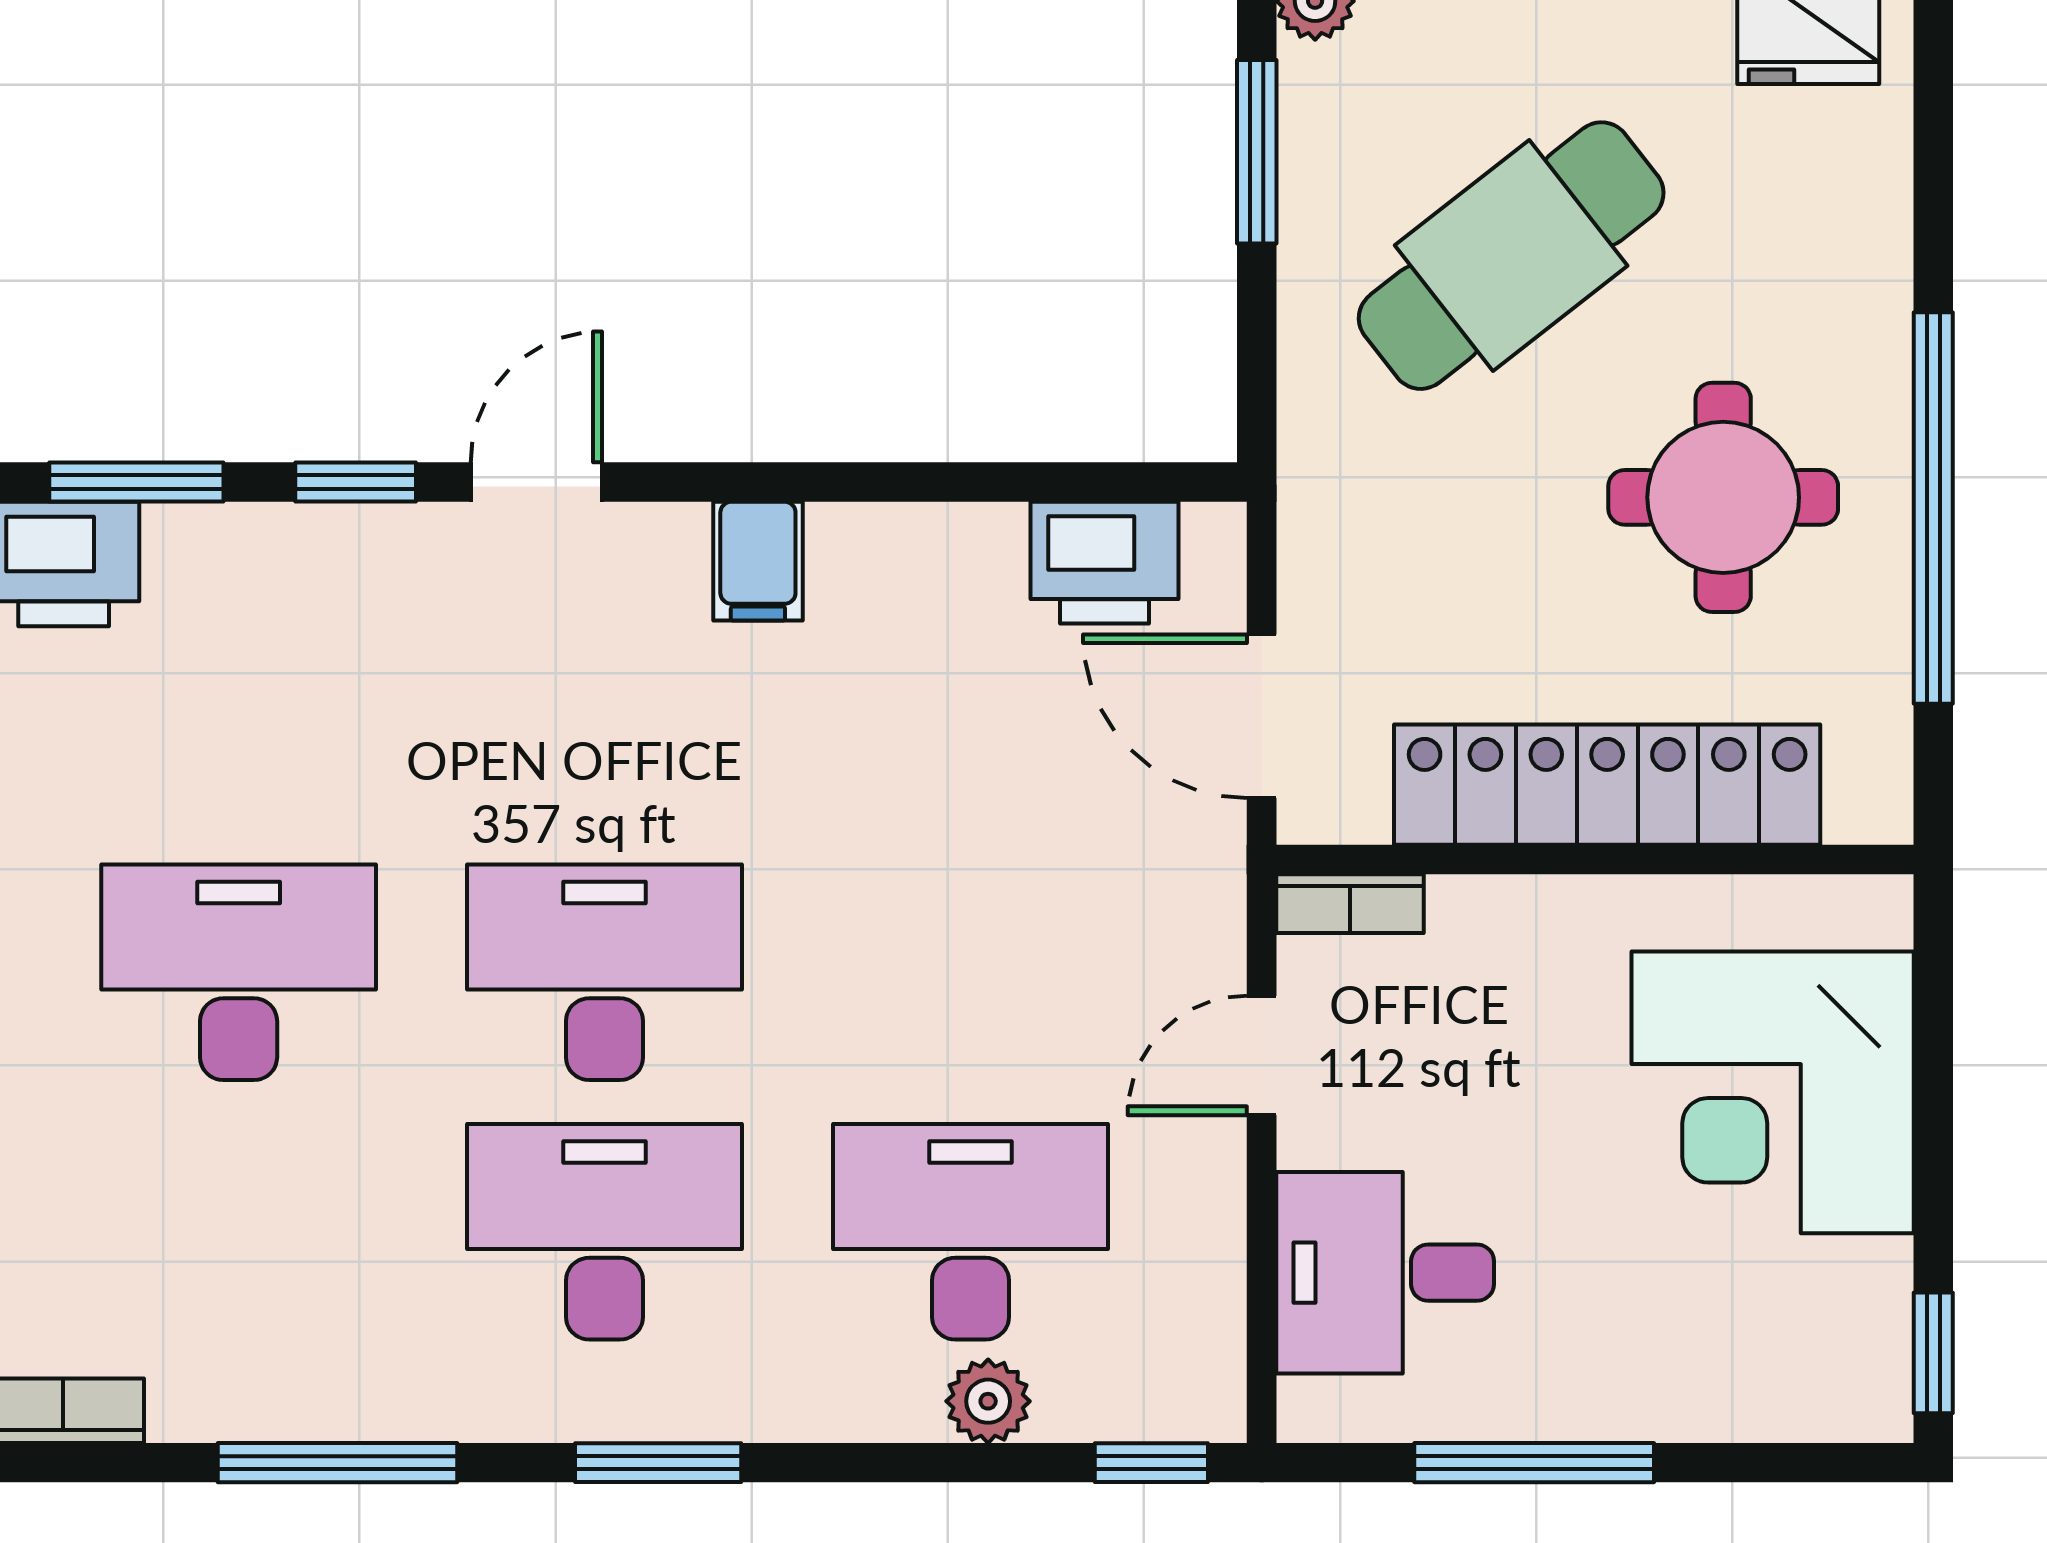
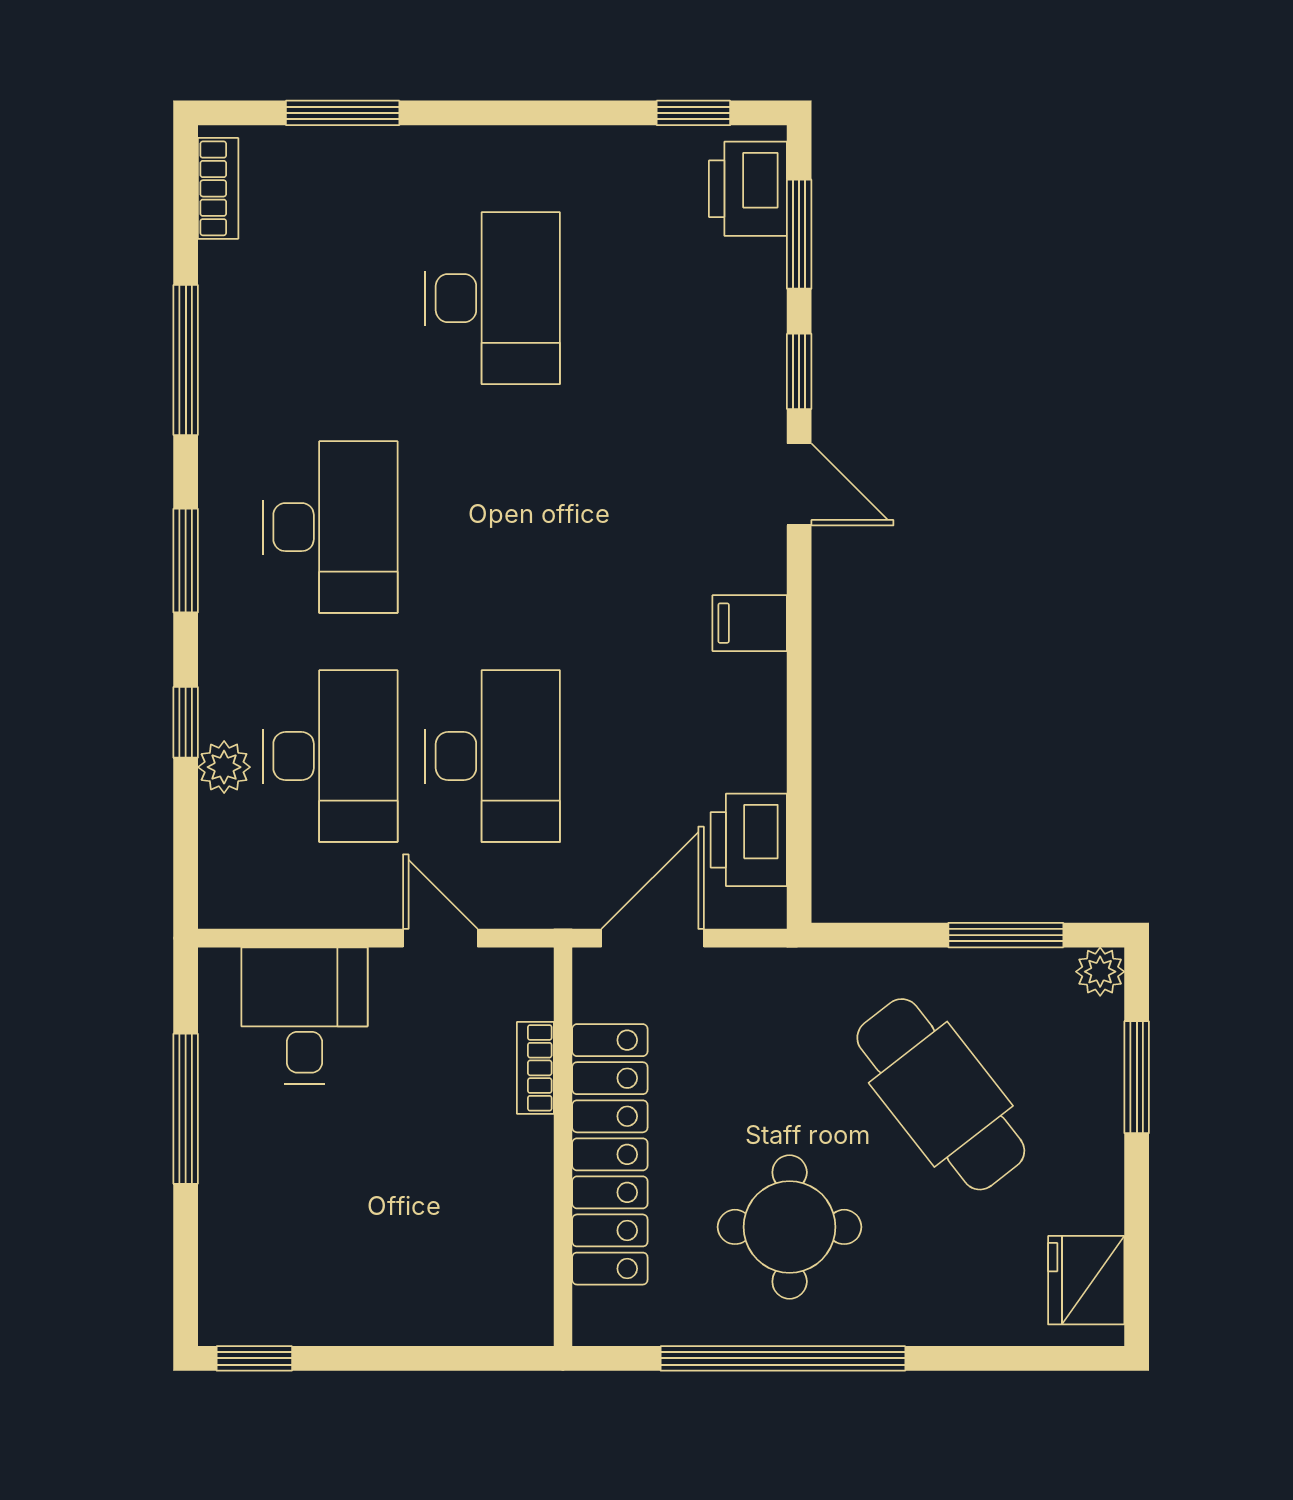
bookcase: (1350, 904) -> (535, 1068), moved
desk: (605, 972) -> (492, 756), moved
corner desk: (1773, 1092) -> (417, 1258), removed
window: (1151, 1463) -> (186, 722), moved

